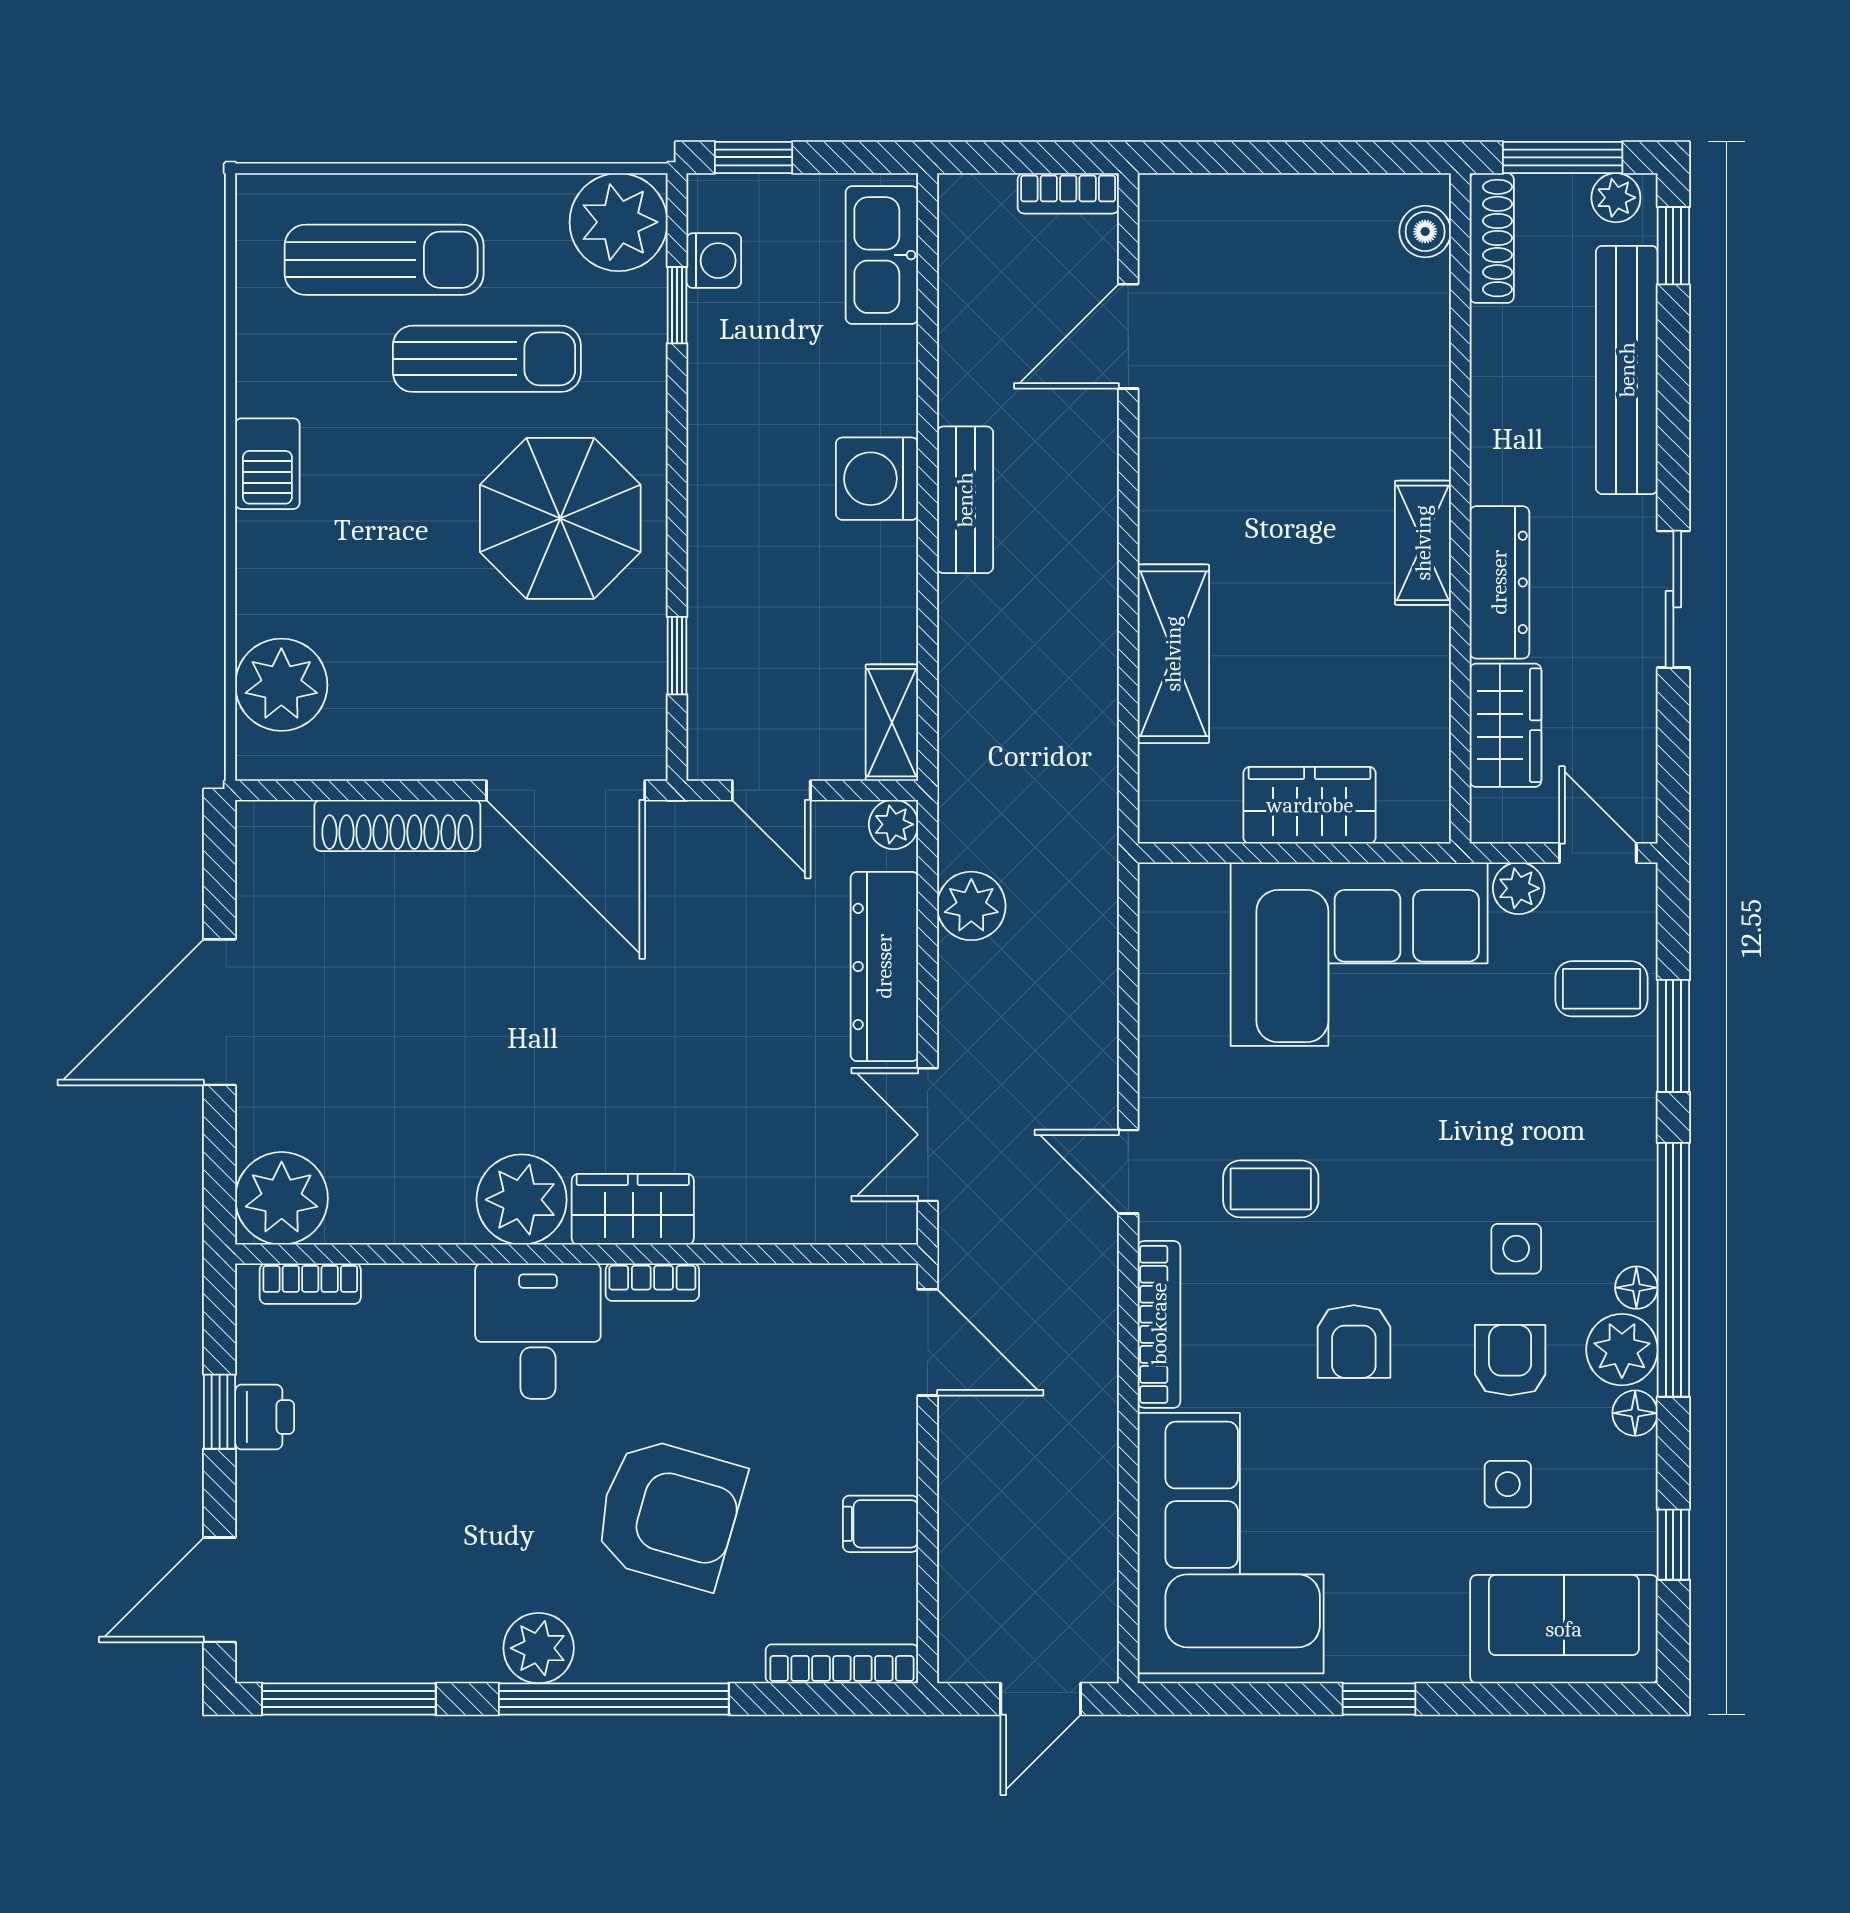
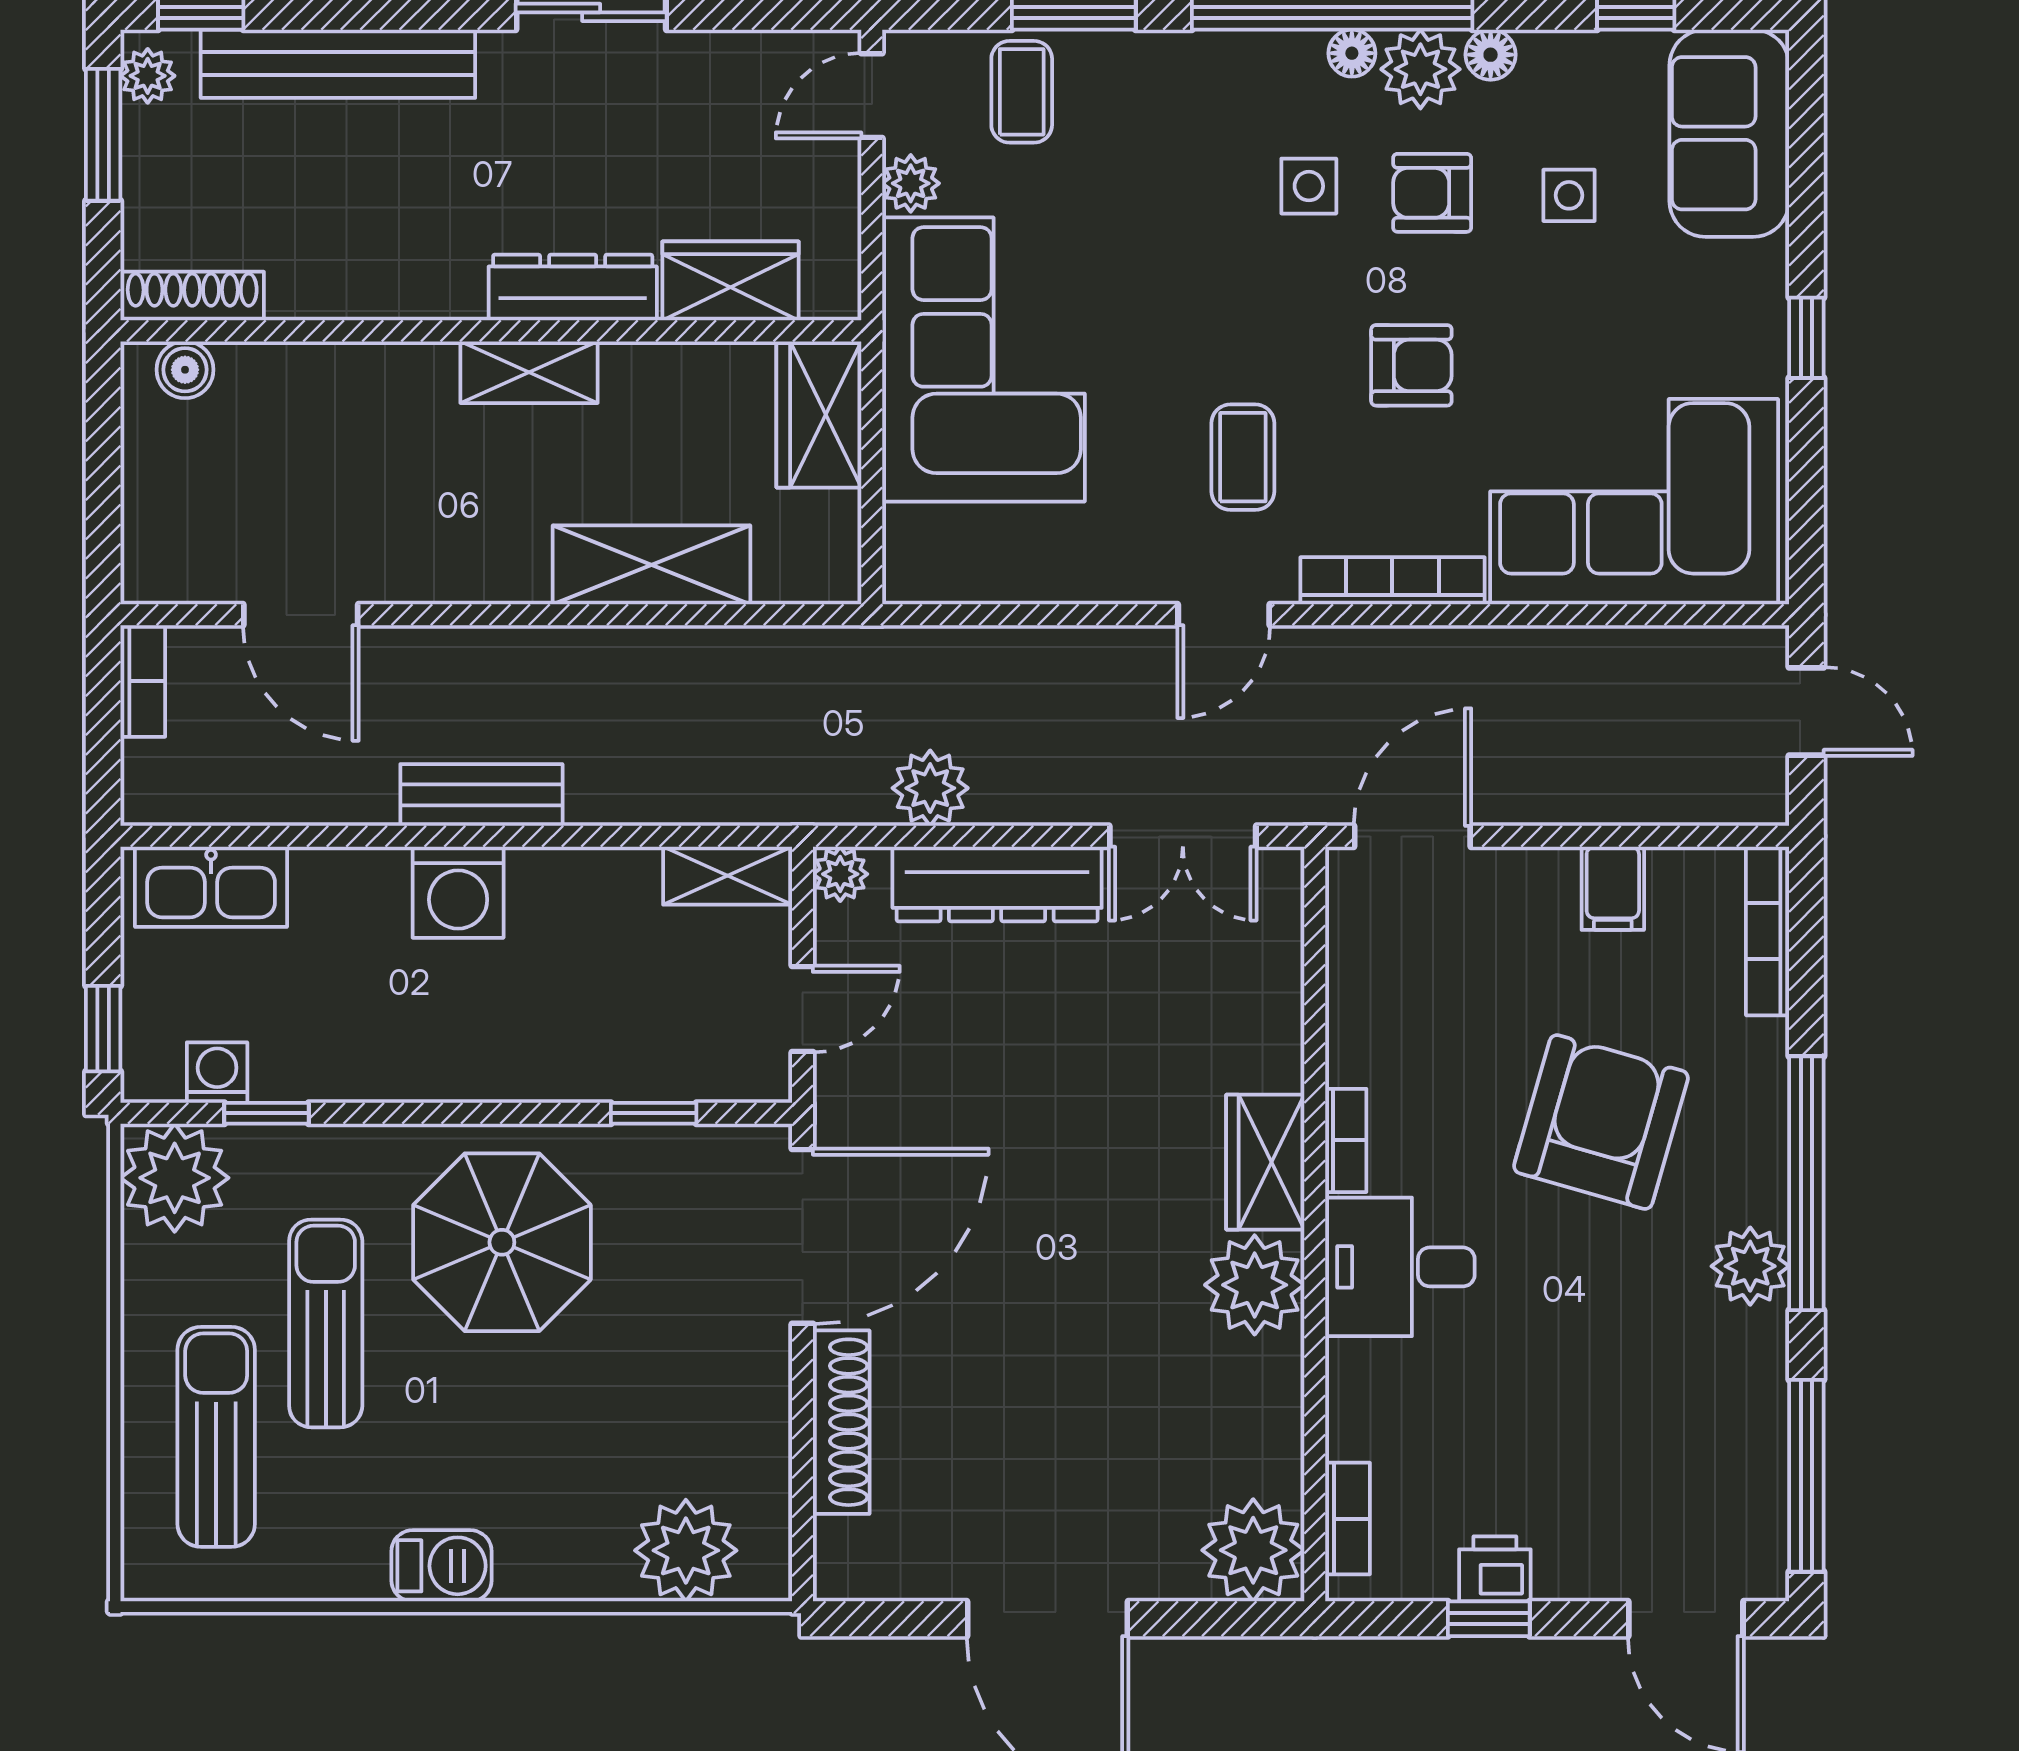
boiler: (1425, 232) -> (185, 370), moved
shoe rack: (1492, 238) -> (192, 296), moved
wall: (1460, 508) -> (491, 331), moved
shelving: (1423, 543) -> (529, 372), moved
dresser: (1499, 582) -> (573, 288), moved
wardrobe: (1505, 725) -> (731, 281), moved

